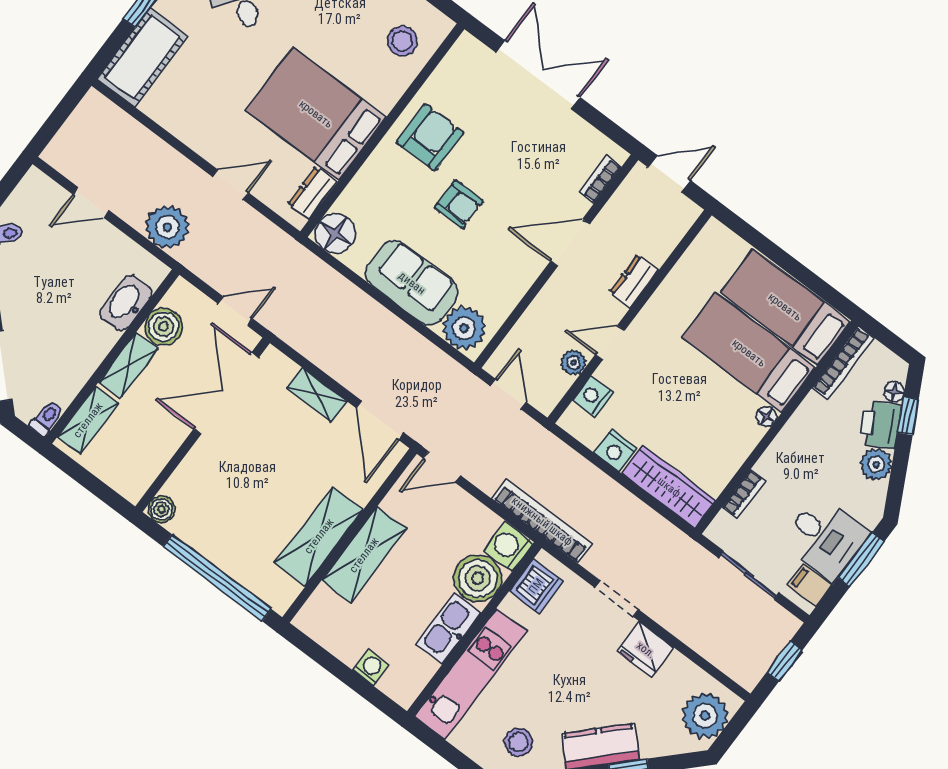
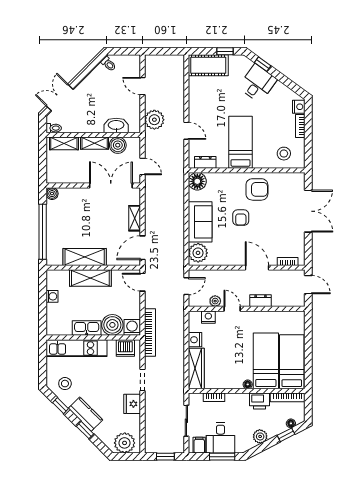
bed: (316, 114) -> (241, 142), width x0.67
printer: (880, 425) -> (259, 401), moved, turned -153
washing machine: (371, 667) -> (52, 296), moved

